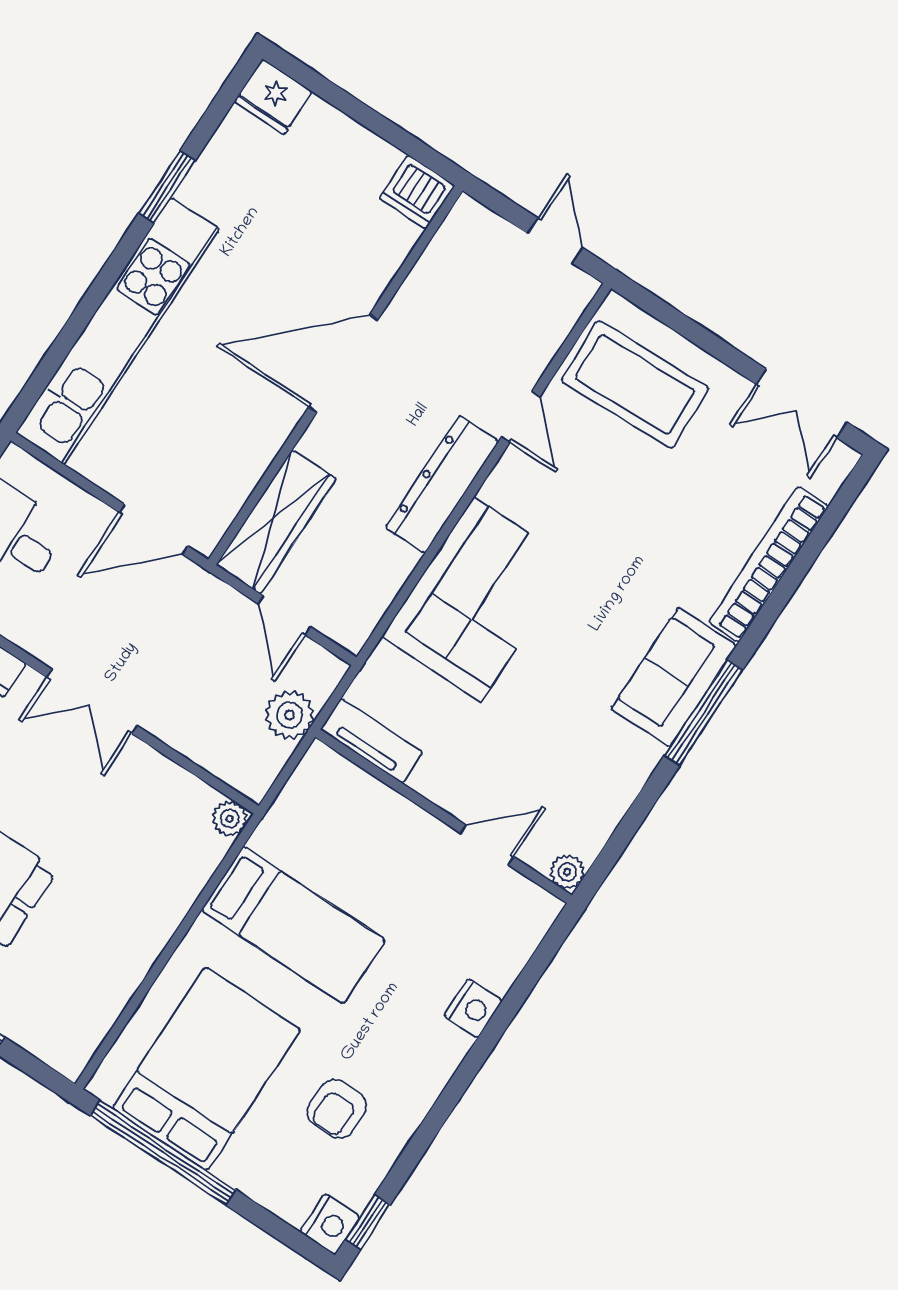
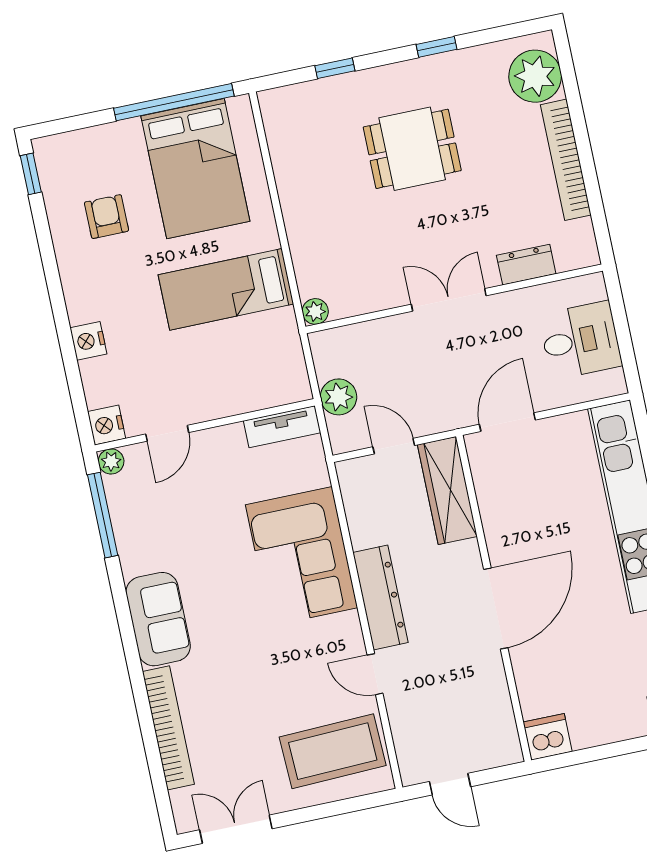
window: (704, 713) -> (103, 515), moved
nightstand: (330, 1224) -> (107, 425), moved

